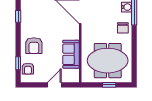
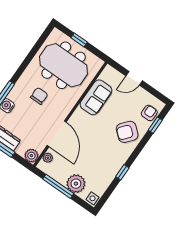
chair: (123, 28) -> (39, 96), moved
armchair: (34, 46) -> (127, 132), turned -140

